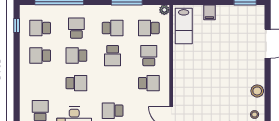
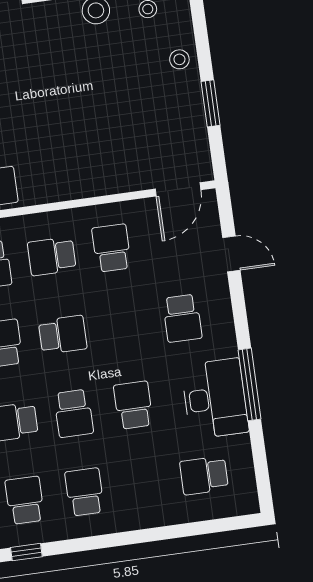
school desk: (40, 28) -> (25, 500), turned 180
school desk: (40, 56) -> (84, 492), turned 180

